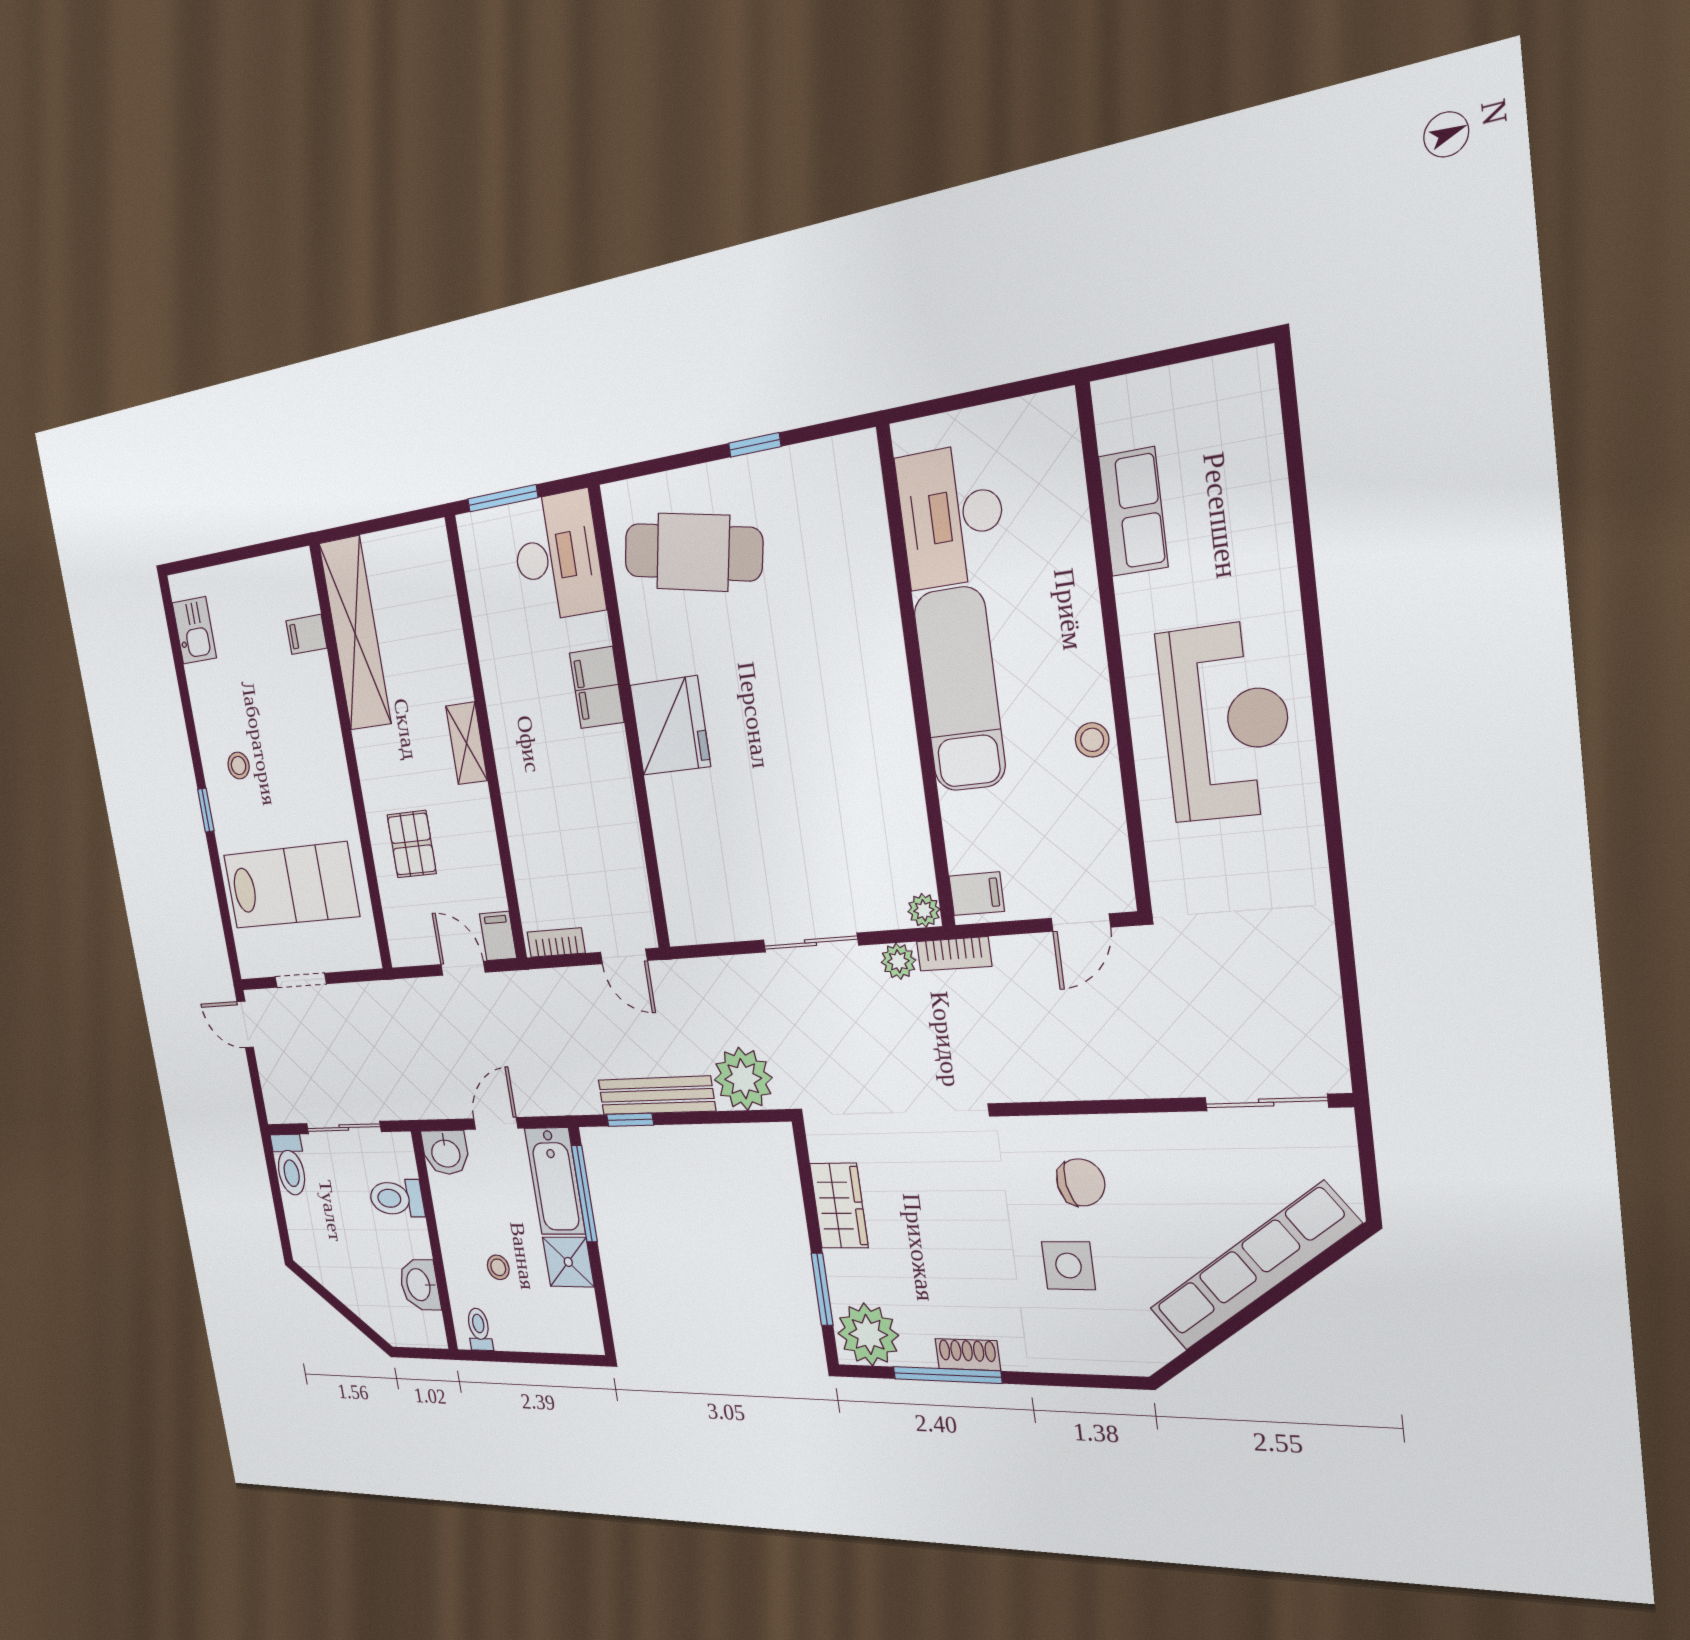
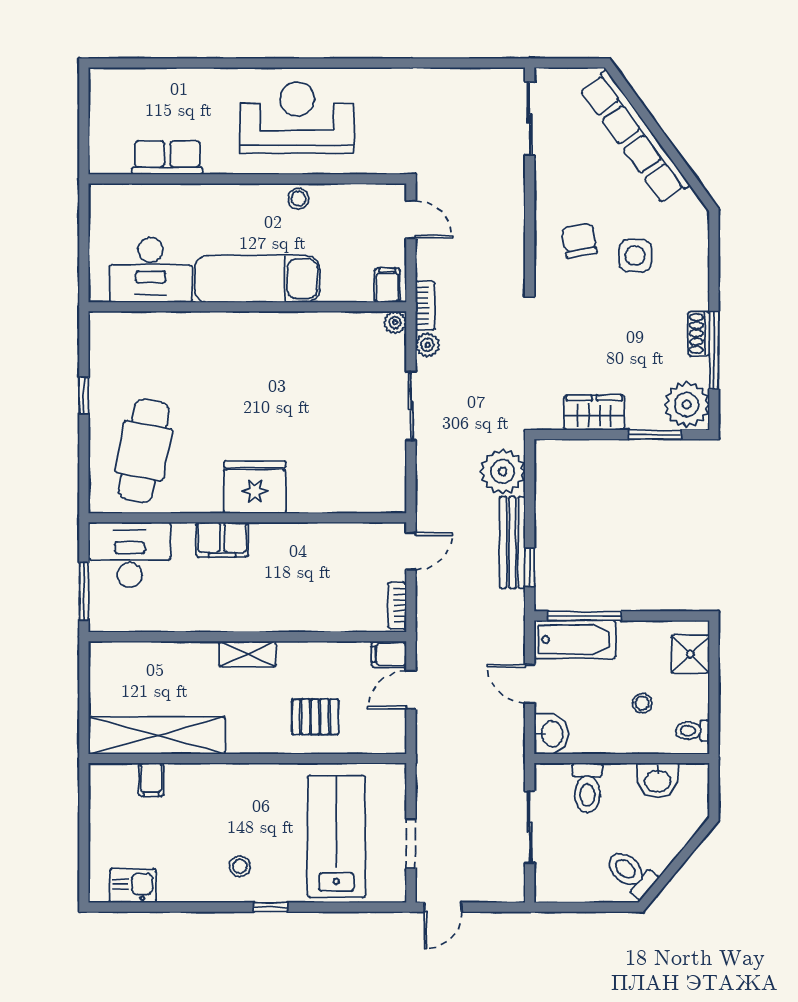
toilet: (290, 1165) -> (631, 873), moved, turned -140
shower: (568, 1262) -> (690, 654), moved

